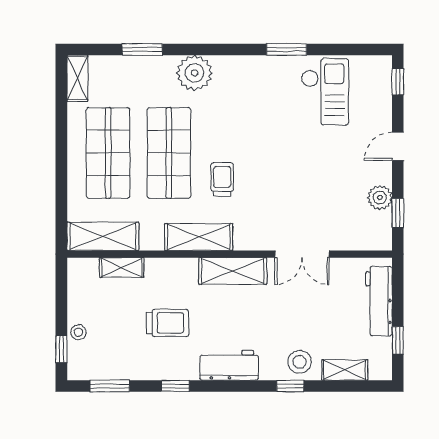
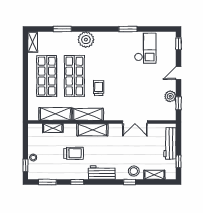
shelving: (103, 236) -> (55, 114), moved
shelving: (233, 271) -> (92, 130), moved

